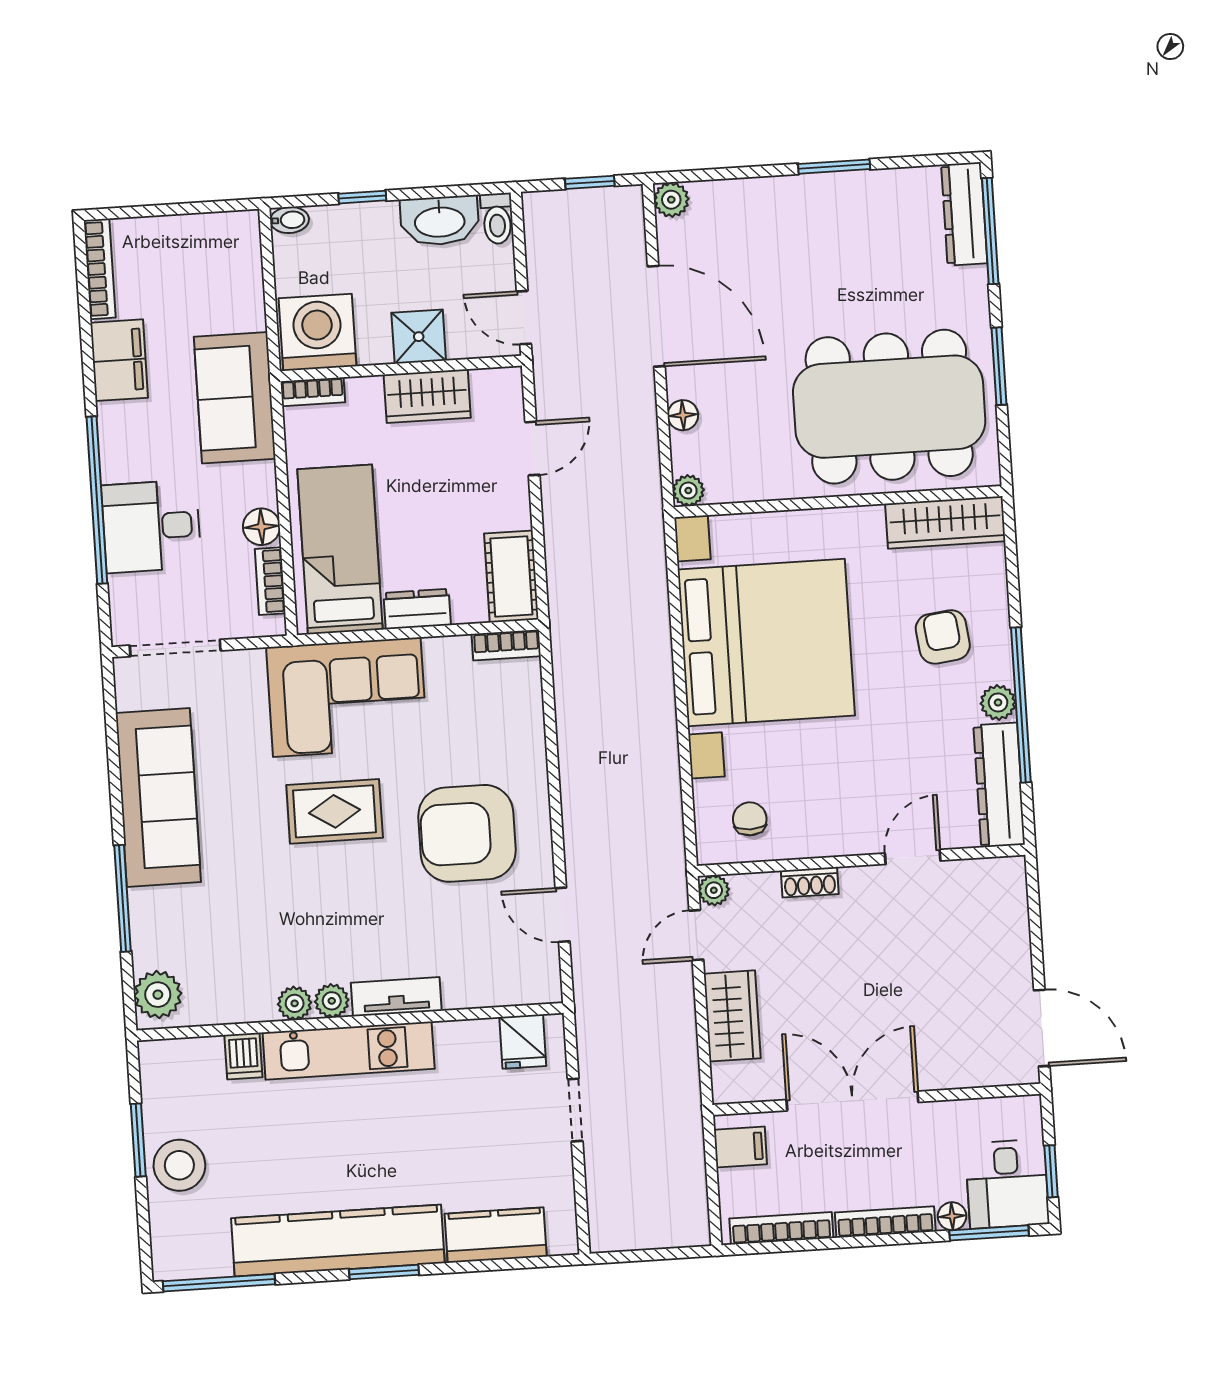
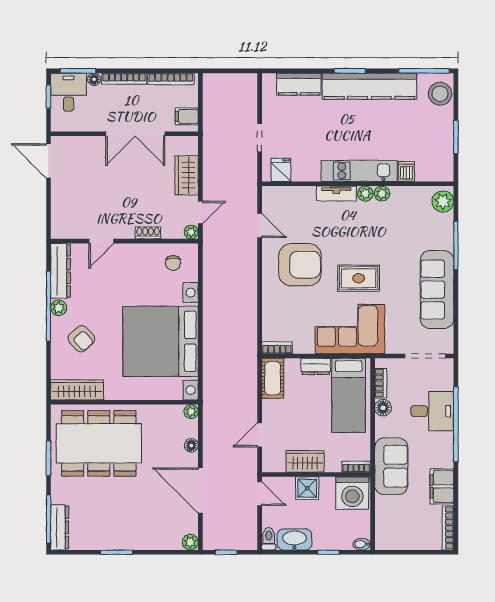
armchair: (943, 637) -> (81, 339), turned -35
stool: (179, 1165) -> (440, 94), moved

